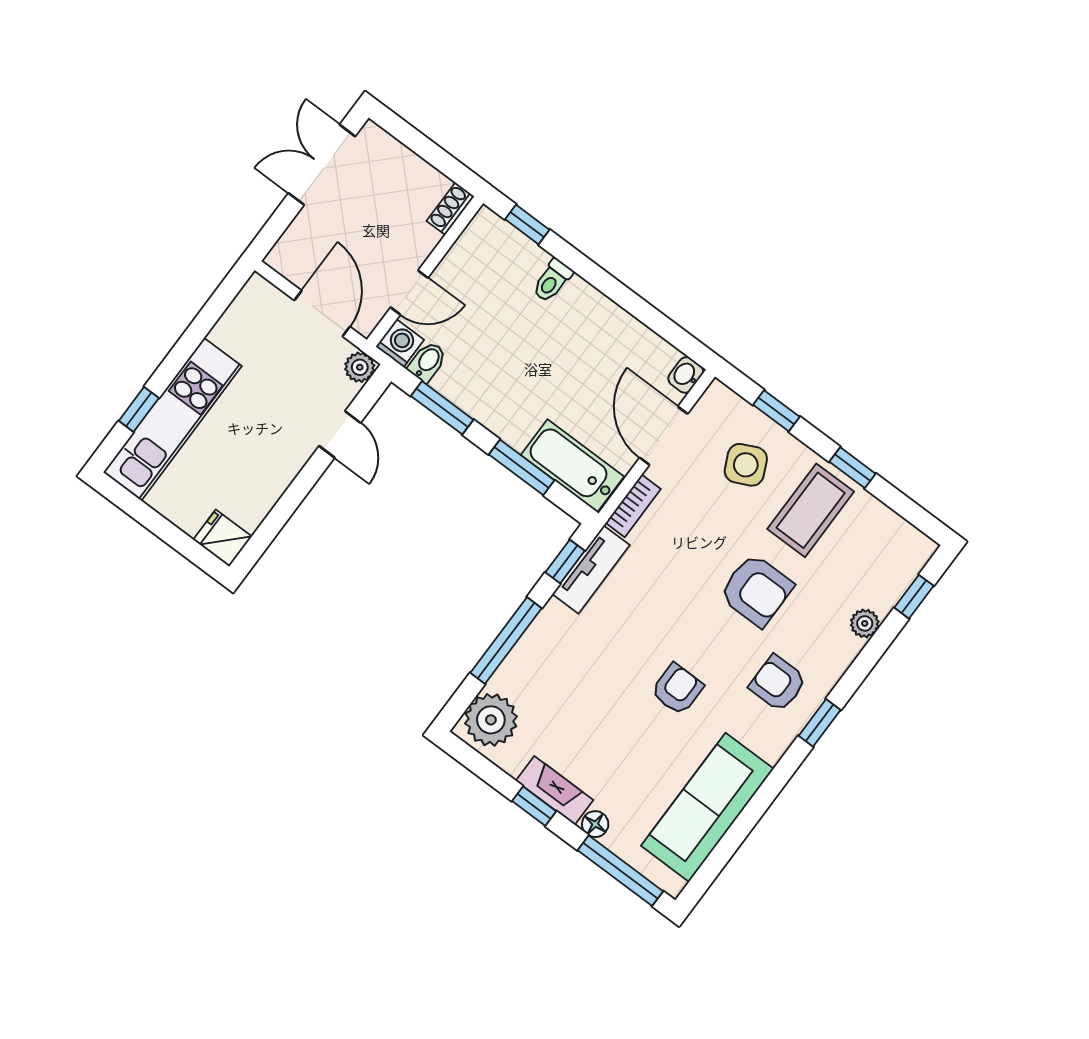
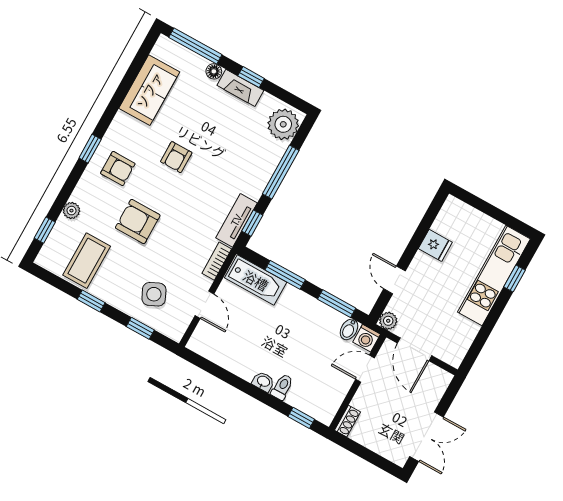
washbasin: (686, 375) -> (263, 382), moved, turned -90
door: (664, 436) -> (204, 305), width x0.73
coffee table: (811, 510) -> (87, 261), moved
fridge: (223, 538) -> (435, 245), moved
sofa: (707, 807) -> (149, 90), width x0.73

